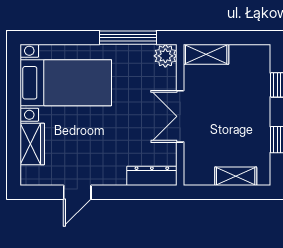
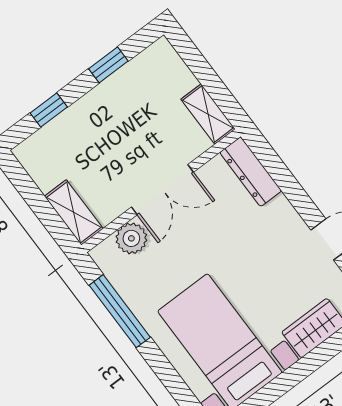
plant: (165, 56) -> (131, 238), moved
shelving: (236, 176) -> (208, 114), moved

